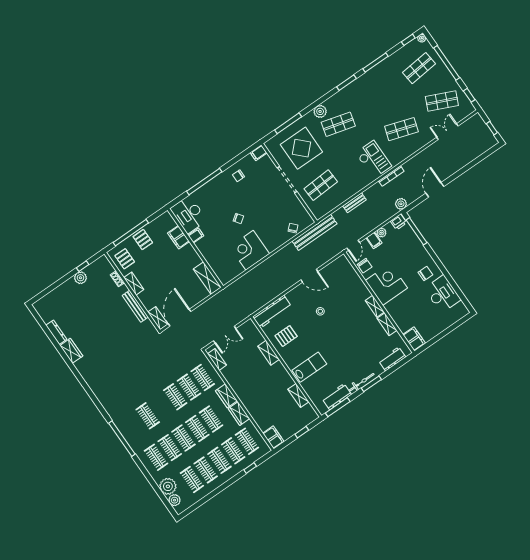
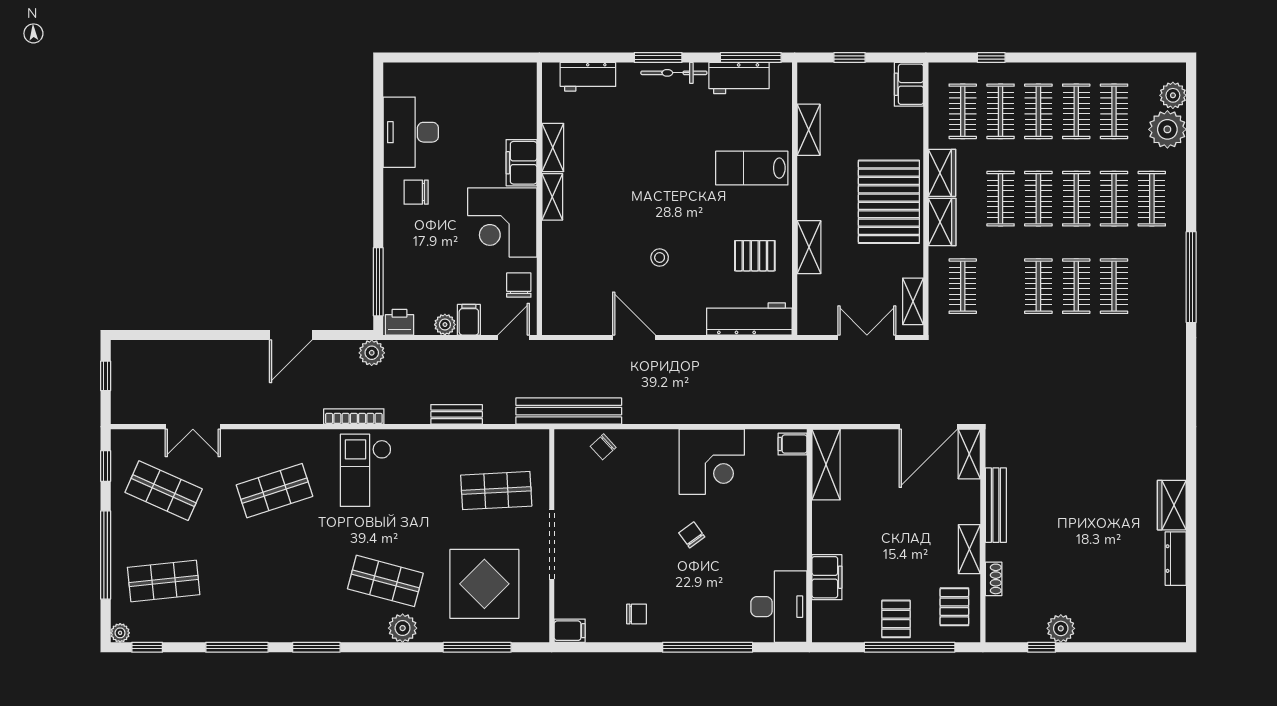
shop shelf: (401, 129) -> (274, 491), turned -36
filing cabinet: (196, 236) -> (793, 444), moved
filing cabinet: (414, 339) -> (521, 163), moved
clothes rail: (189, 387) -> (1076, 286), moved
pallet: (251, 390) -> (889, 202), added

